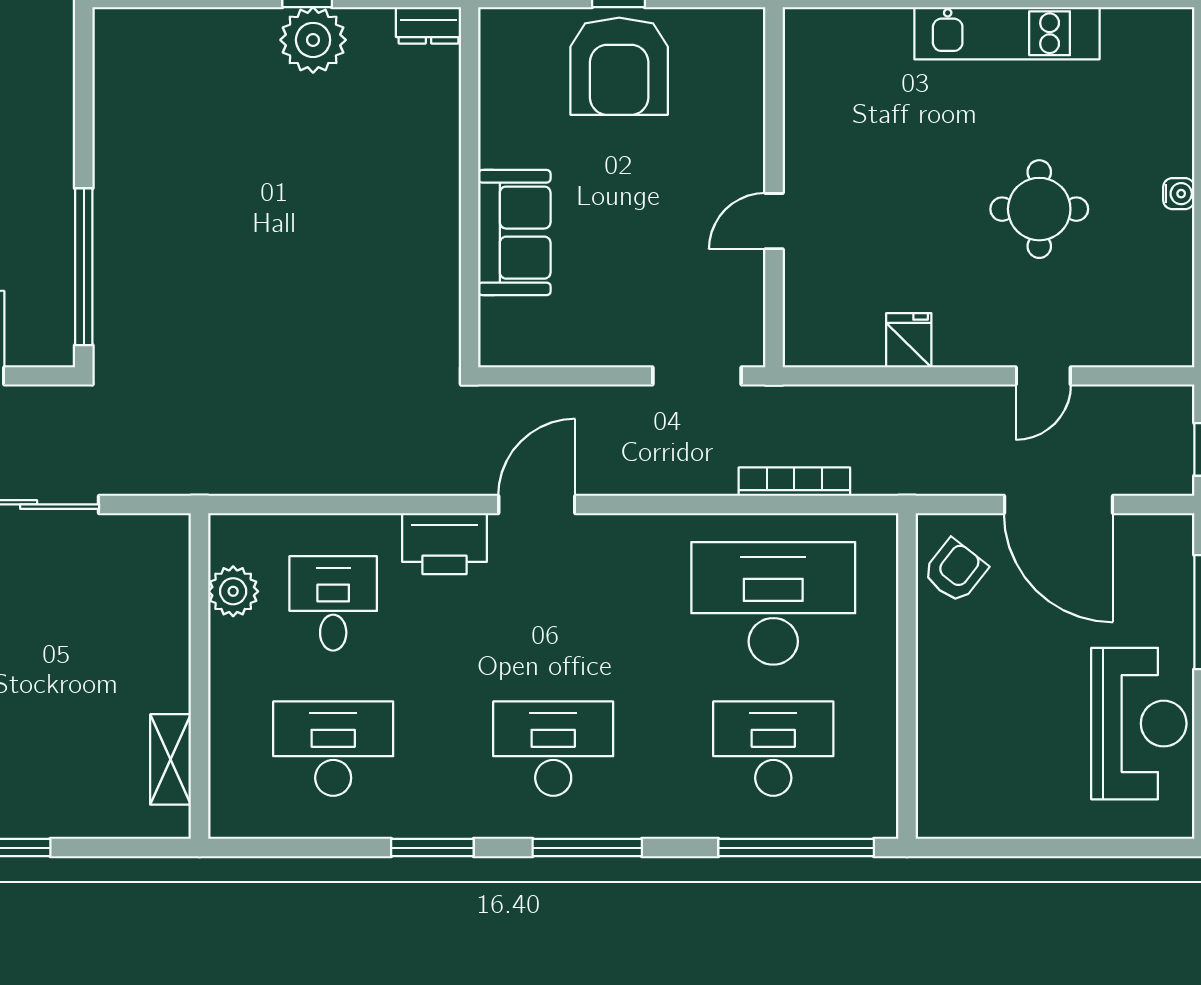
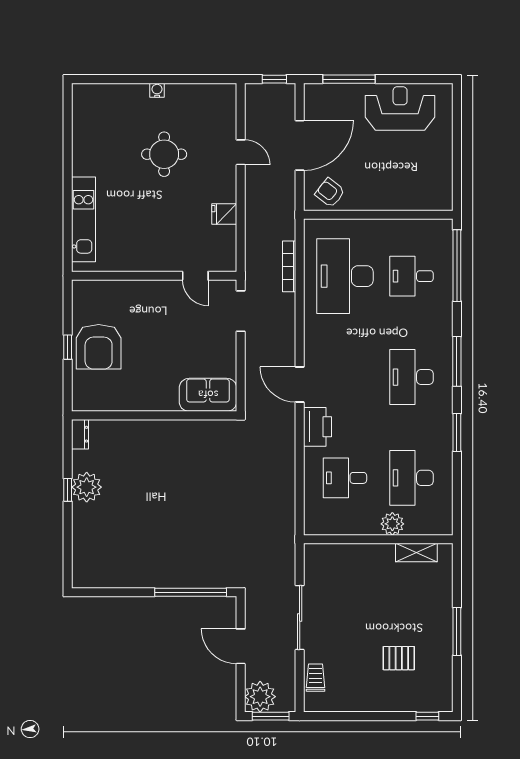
kitchen unit: (1007, 33) -> (83, 219), moved
armchair: (619, 66) -> (99, 347), turned 90
door: (774, 221) -> (195, 276), moved
sofa: (514, 233) -> (208, 395), moved
plant: (233, 591) -> (392, 524), moved
desk: (773, 749) -> (412, 276), width x0.73

